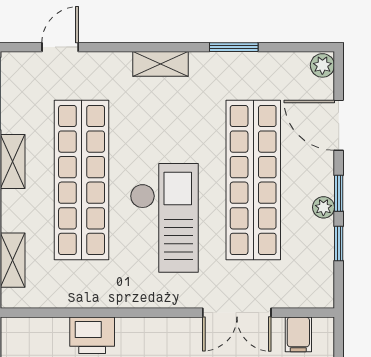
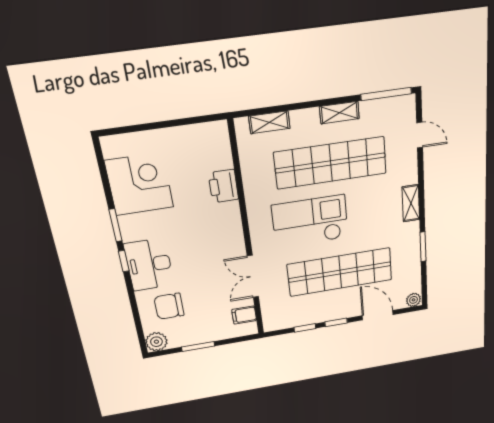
door: (339, 125) -> (378, 315), hinge flipped
plant: (323, 207) -> (327, 316), removed
checkout: (164, 218) -> (310, 221), turned 180

